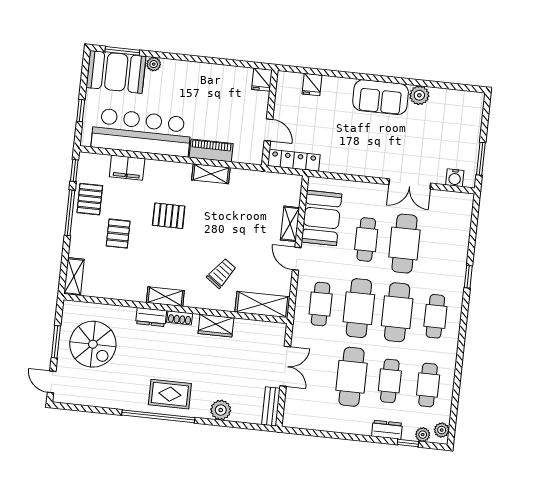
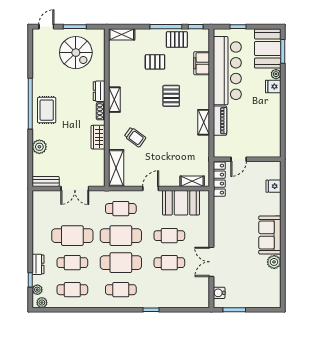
fridge: (262, 80) -> (273, 86), moved
shelving: (290, 224) -> (192, 181), moved
cafe table: (404, 244) -> (169, 263), width x0.73, depth x0.74
spiral stairs: (93, 344) -> (76, 53), turned -90

